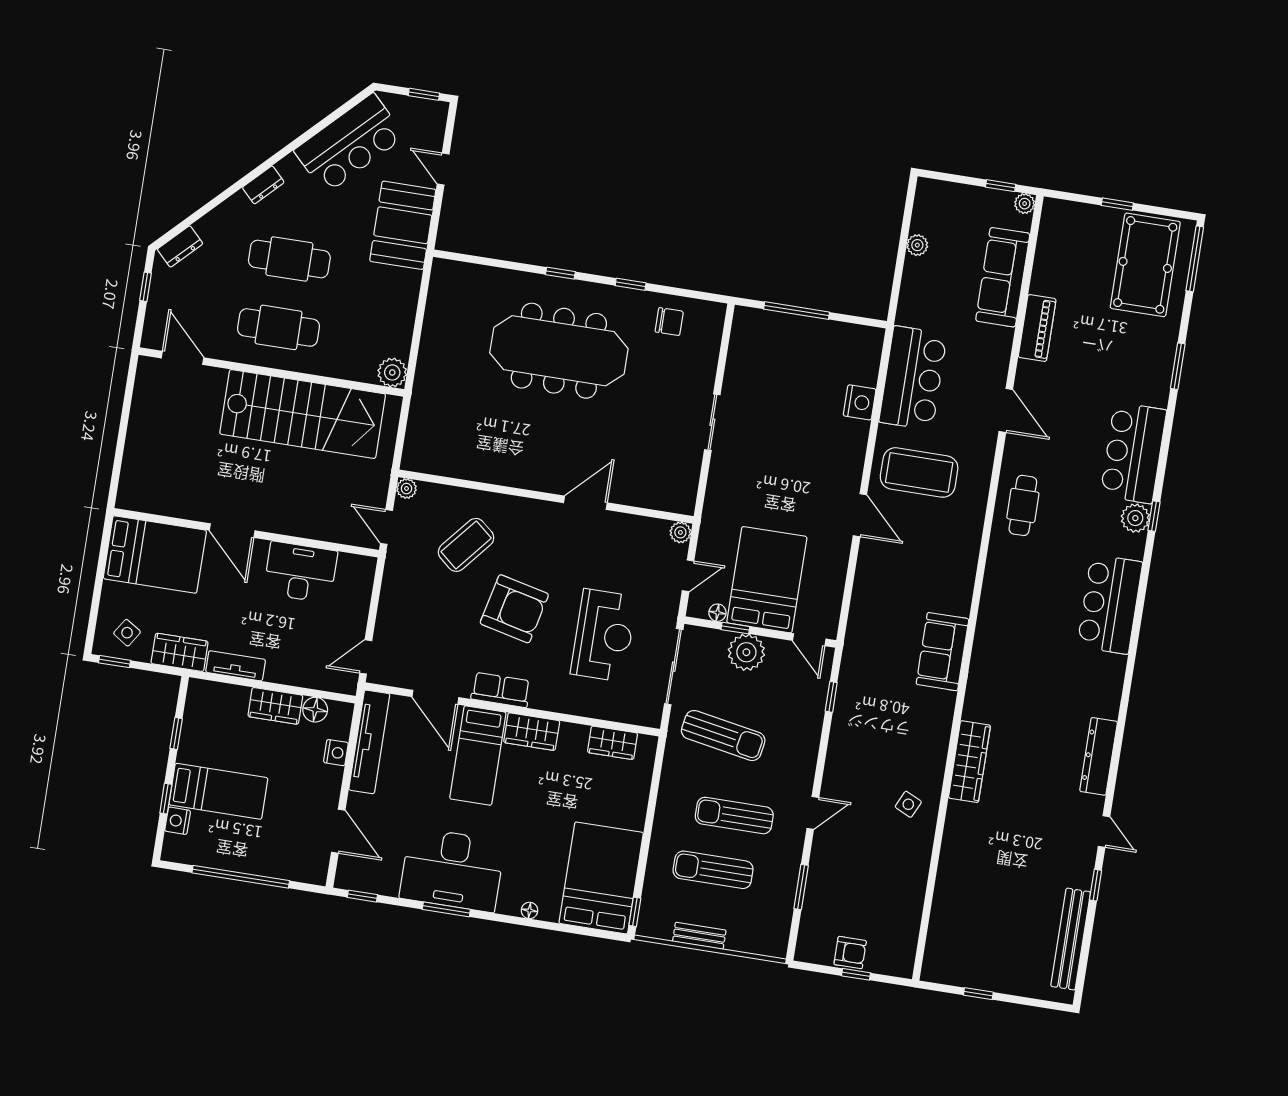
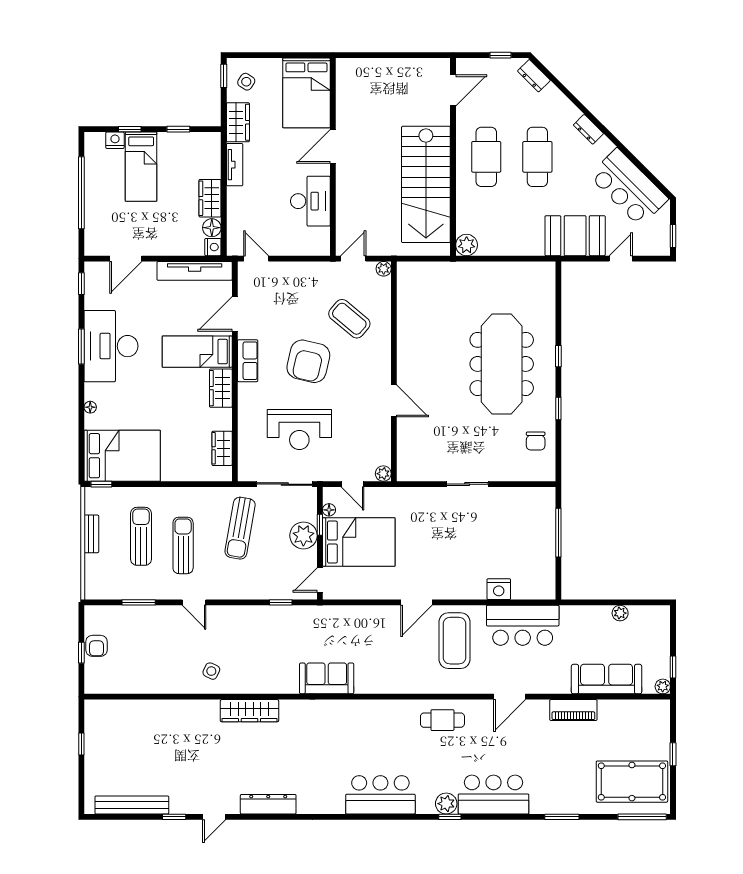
nightstand: (336, 753) -> (213, 247), moved, turned -90

